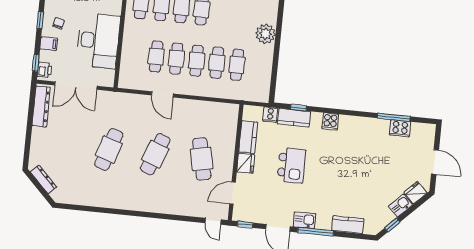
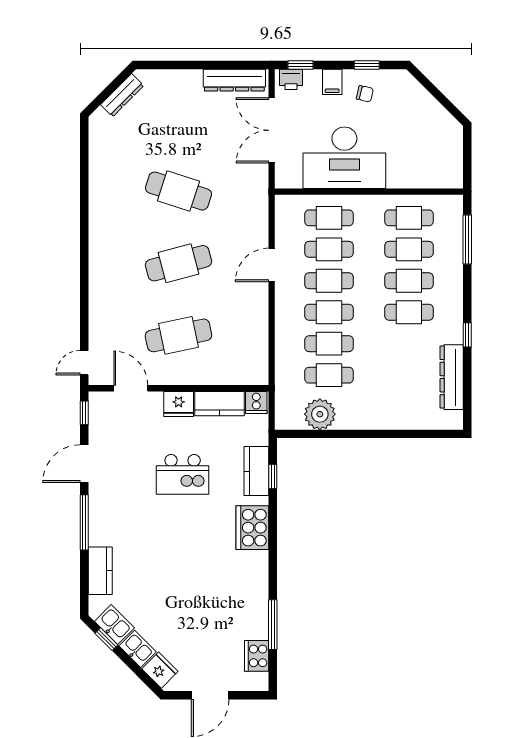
plant: (266, 34) -> (320, 414), moved
cafe table: (136, 55) -> (329, 218), added
cooker: (270, 115) -> (256, 402), moved, turned -90
cooker: (330, 122) -> (252, 528), width x1.87, depth x1.31
cooker: (400, 128) -> (257, 656), moved
cafe table: (155, 154) -> (178, 263), turned -36
kitchen sink: (305, 220) -> (114, 625), moved, turned -45

